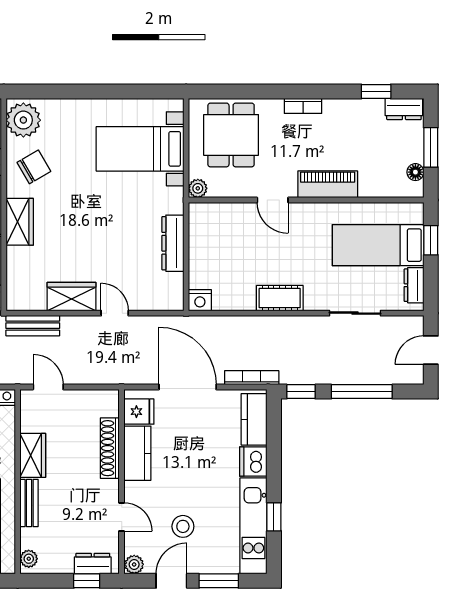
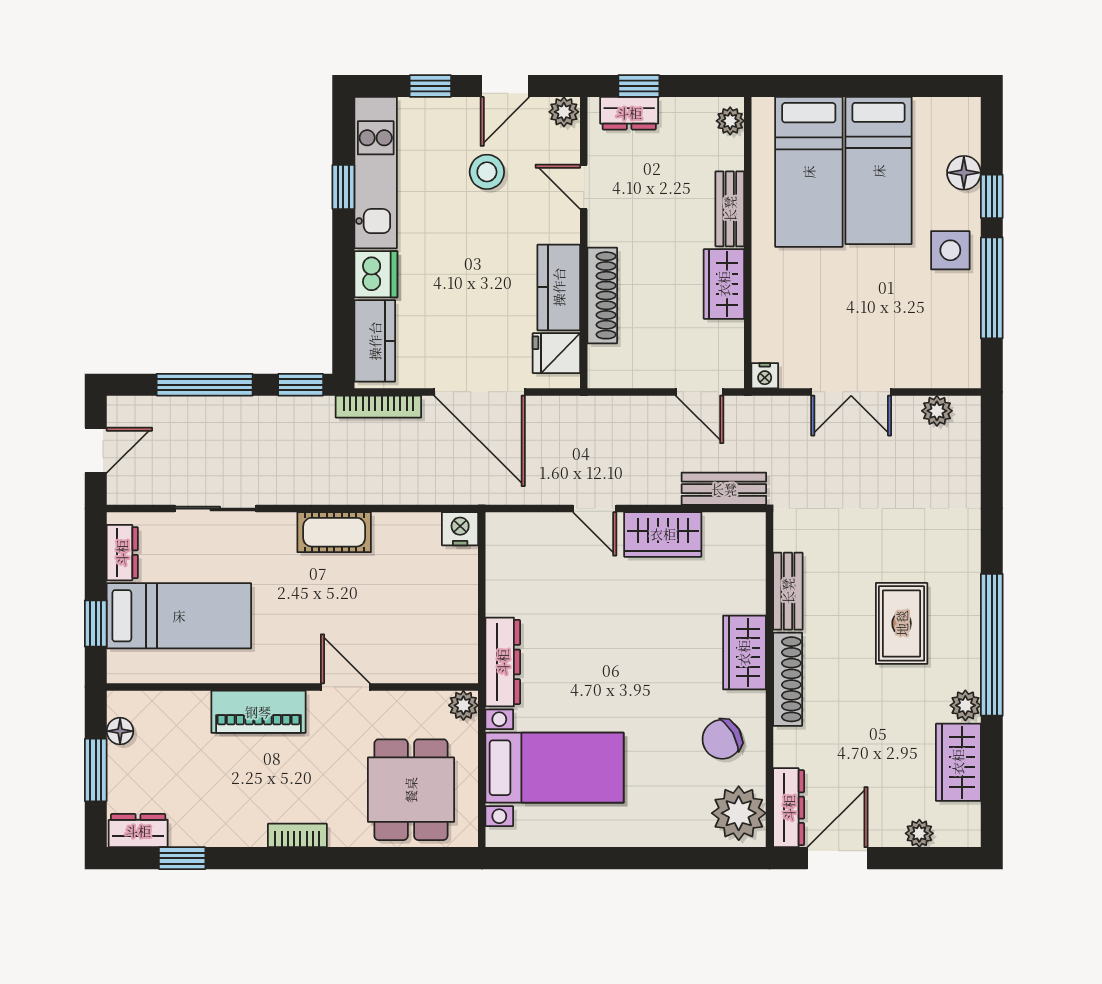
dresser: (173, 243) -> (503, 662), moved
window: (219, 581) -> (430, 86), width x0.67

